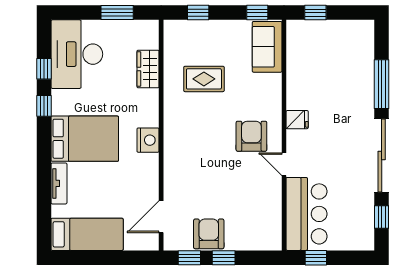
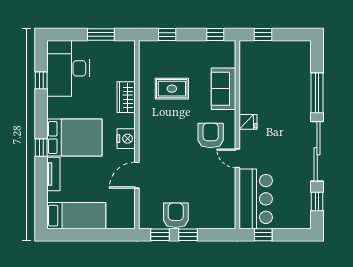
sofa: (267, 47) -> (223, 89), moved
wardrobe: (148, 69) -> (126, 97), moved
window: (44, 106) -> (41, 148), moved
door: (161, 217) -> (137, 175), moved

